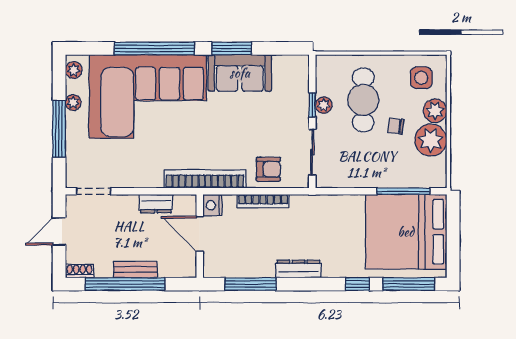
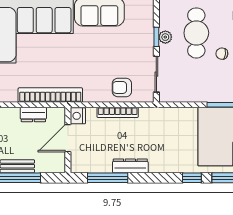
armchair: (268, 169) -> (122, 87), turned 180
bookcase: (205, 179) -> (50, 95), moved
door: (200, 234) -> (68, 138), hinge flipped
dresser: (298, 269) -> (130, 166), moved

